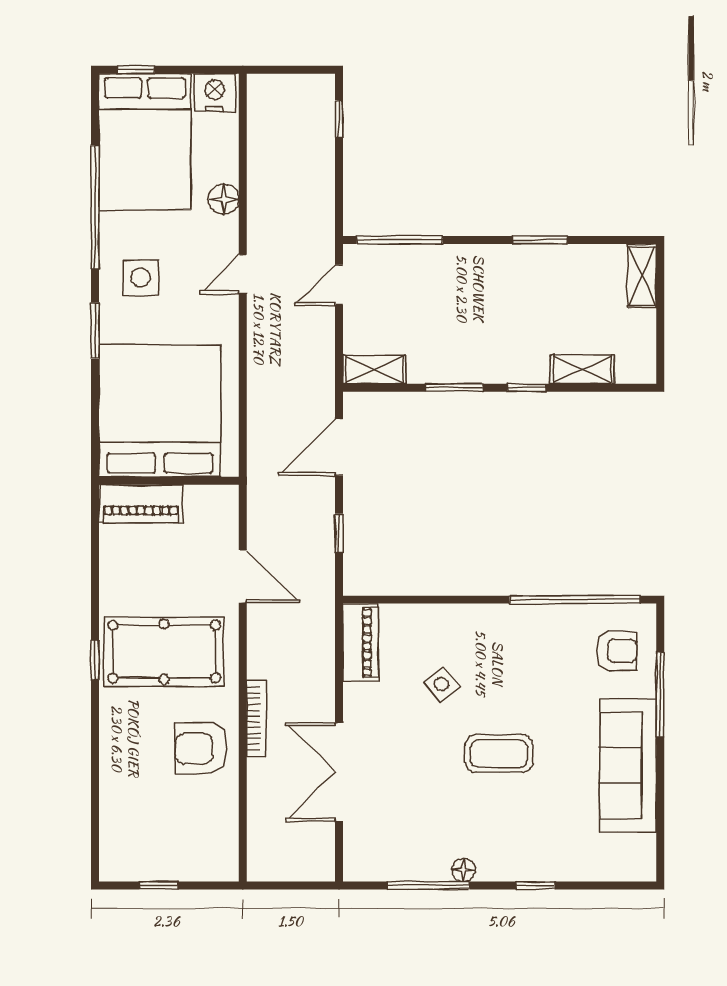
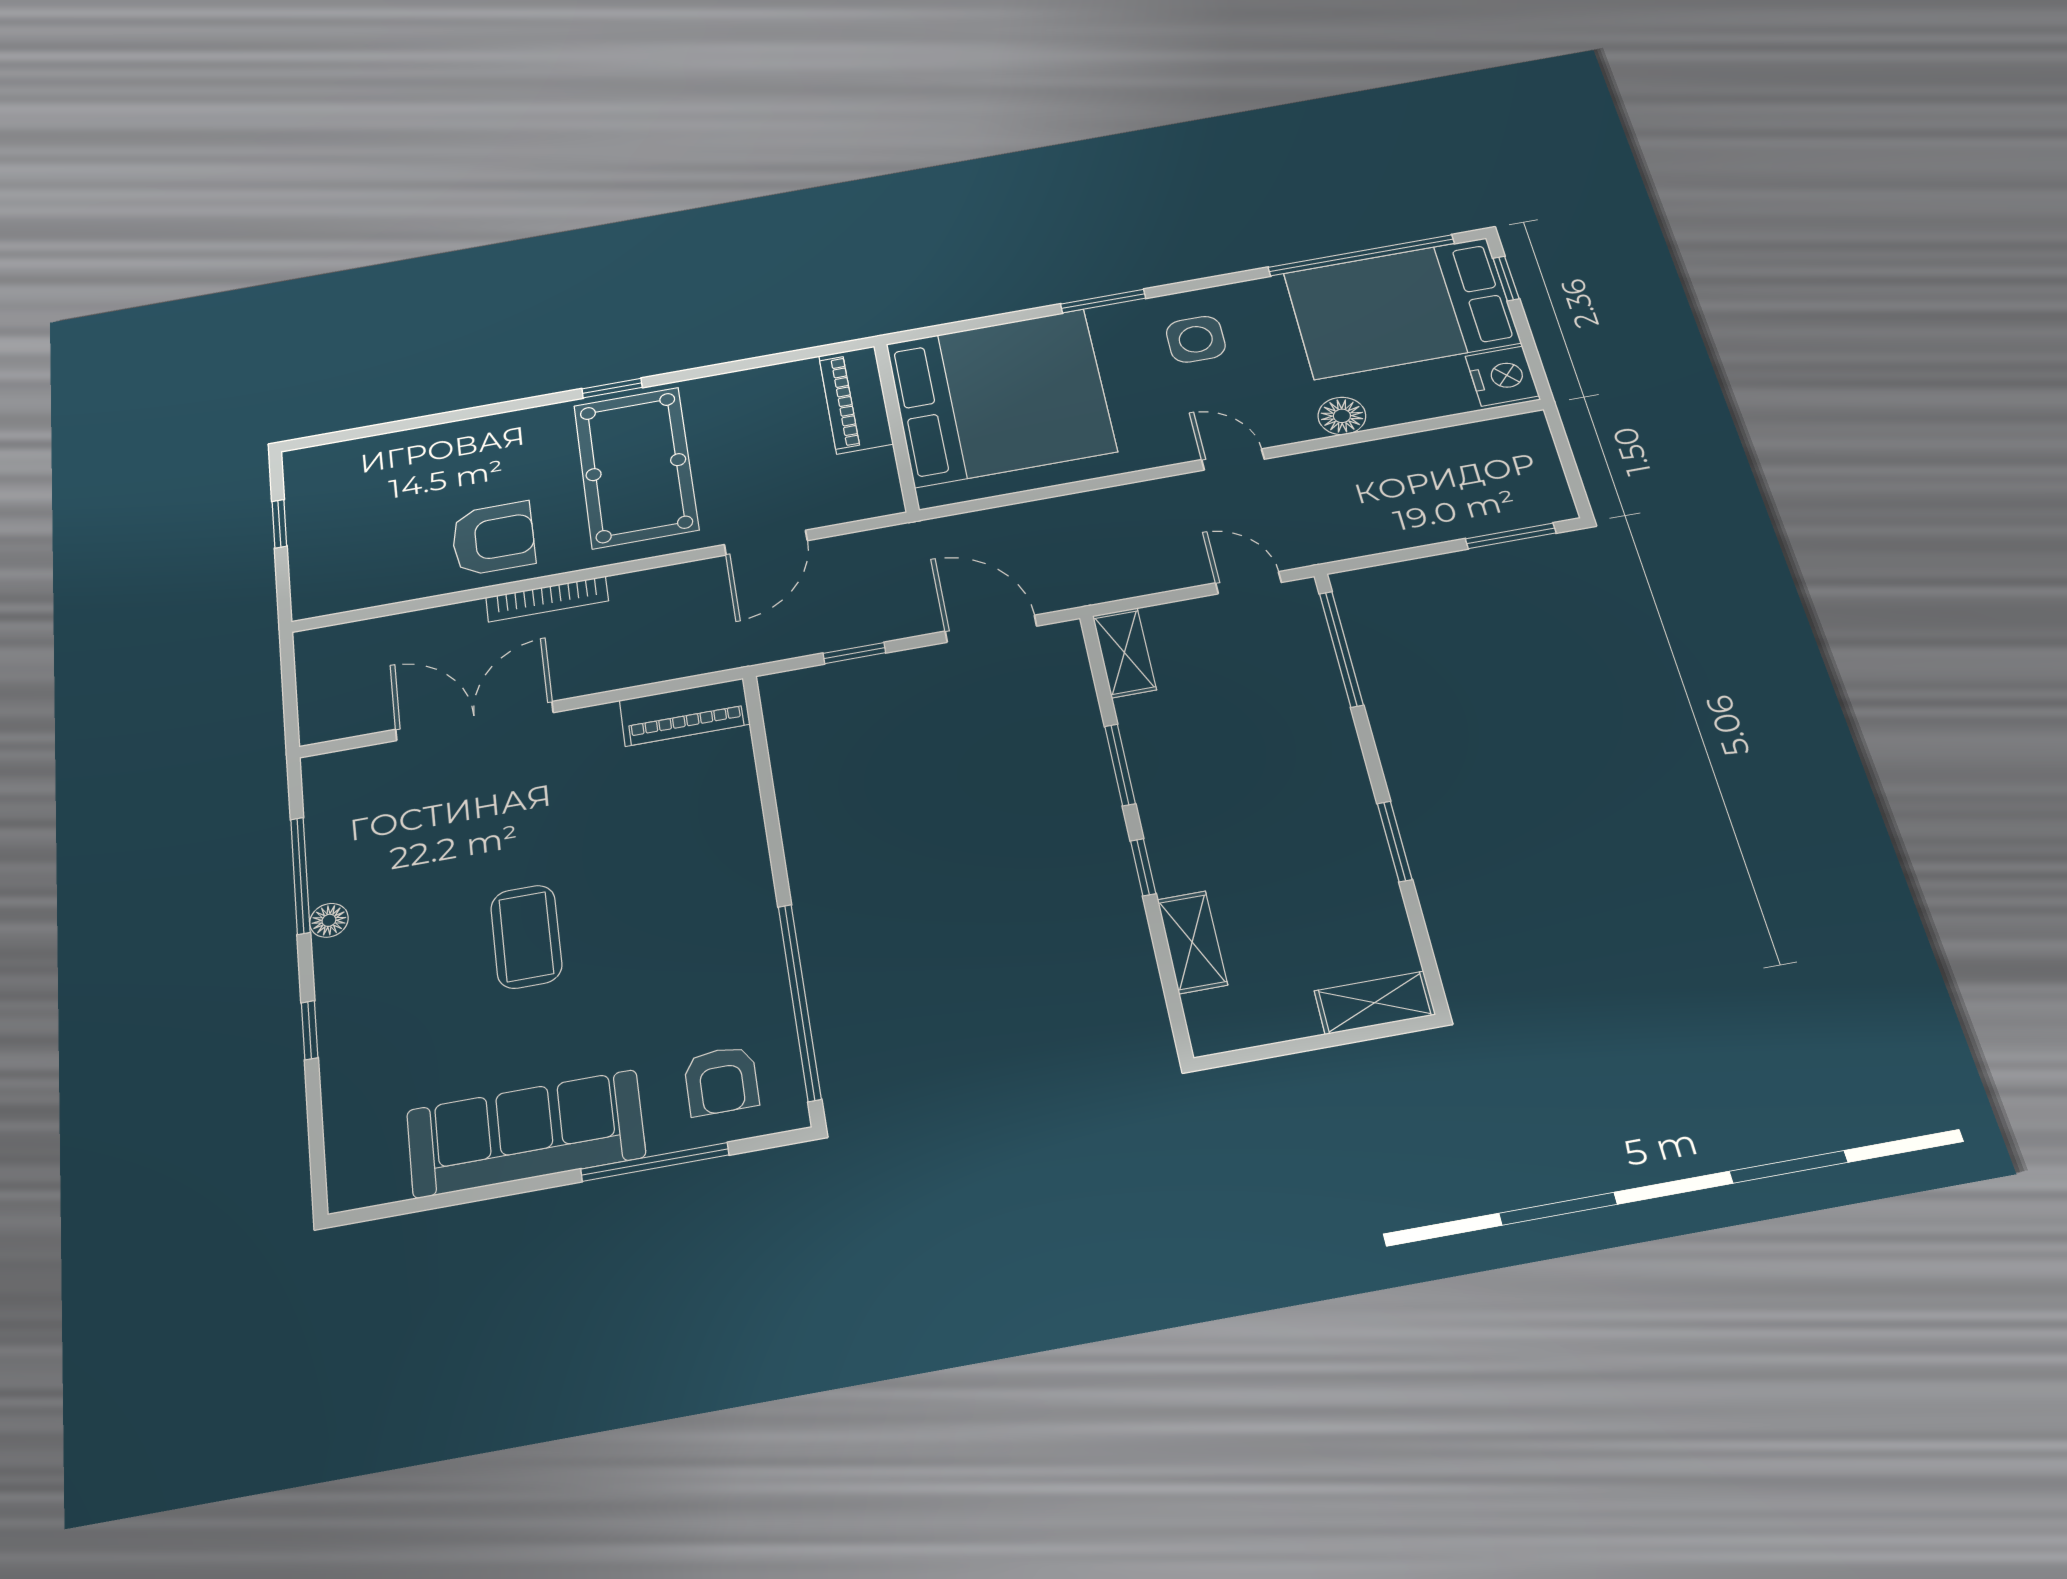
window: (339, 119) -> (1511, 536), width x1.50
window: (95, 207) -> (1361, 255), moved
side table: (442, 684) -> (632, 835), removed
armchair: (201, 748) -> (493, 539), turned 90

